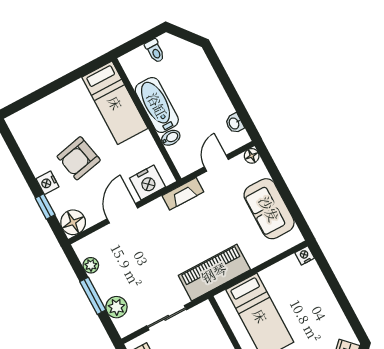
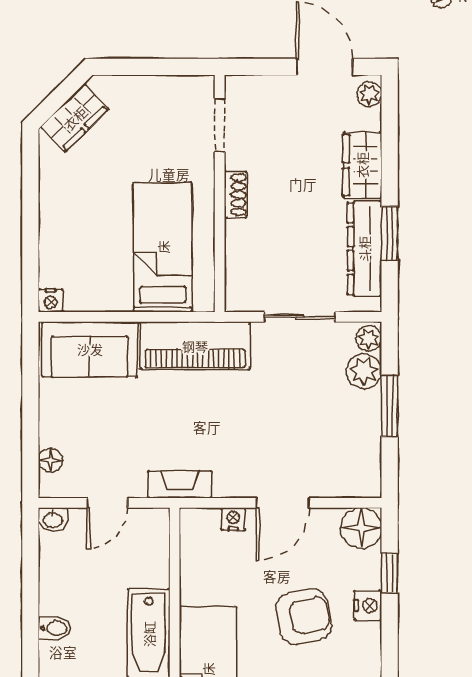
washbasin: (234, 123) -> (53, 520), moved, turned 90
bidet: (171, 138) -> (54, 628), moved, turned 180
floor lamp: (252, 156) -> (50, 460), moved
nightstand: (147, 183) -> (233, 519), width x0.53, depth x0.56
sofa: (269, 209) -> (90, 349), moved, turned 90
plant: (91, 265) -> (369, 339), moved

